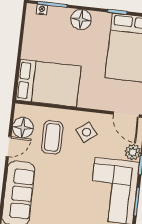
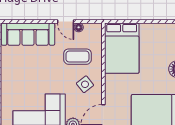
floor lamp: (23, 128) -> (79, 27), width x0.53, depth x0.53

